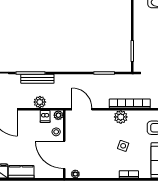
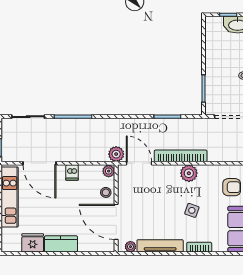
bench: (37, 79) -> (82, 124), removed
plant: (40, 102) -> (116, 154), moved
bookcase: (130, 103) -> (181, 156), moved
dishwasher: (45, 116) -> (72, 173), moved
tv unit: (98, 173) -> (160, 246), added

